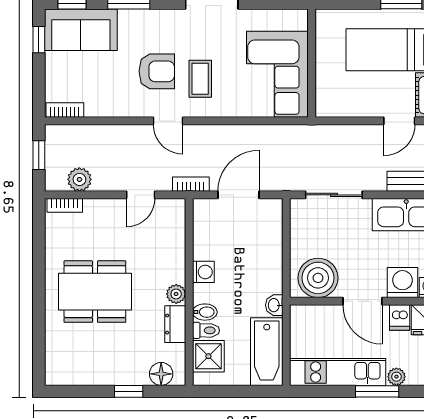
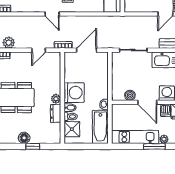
washing machine: (203, 272) -> (74, 93), width x1.89, depth x1.89
boiler: (318, 278) -> (130, 95), width x0.54, depth x0.54
floor lamp: (161, 374) -> (24, 138), moved

